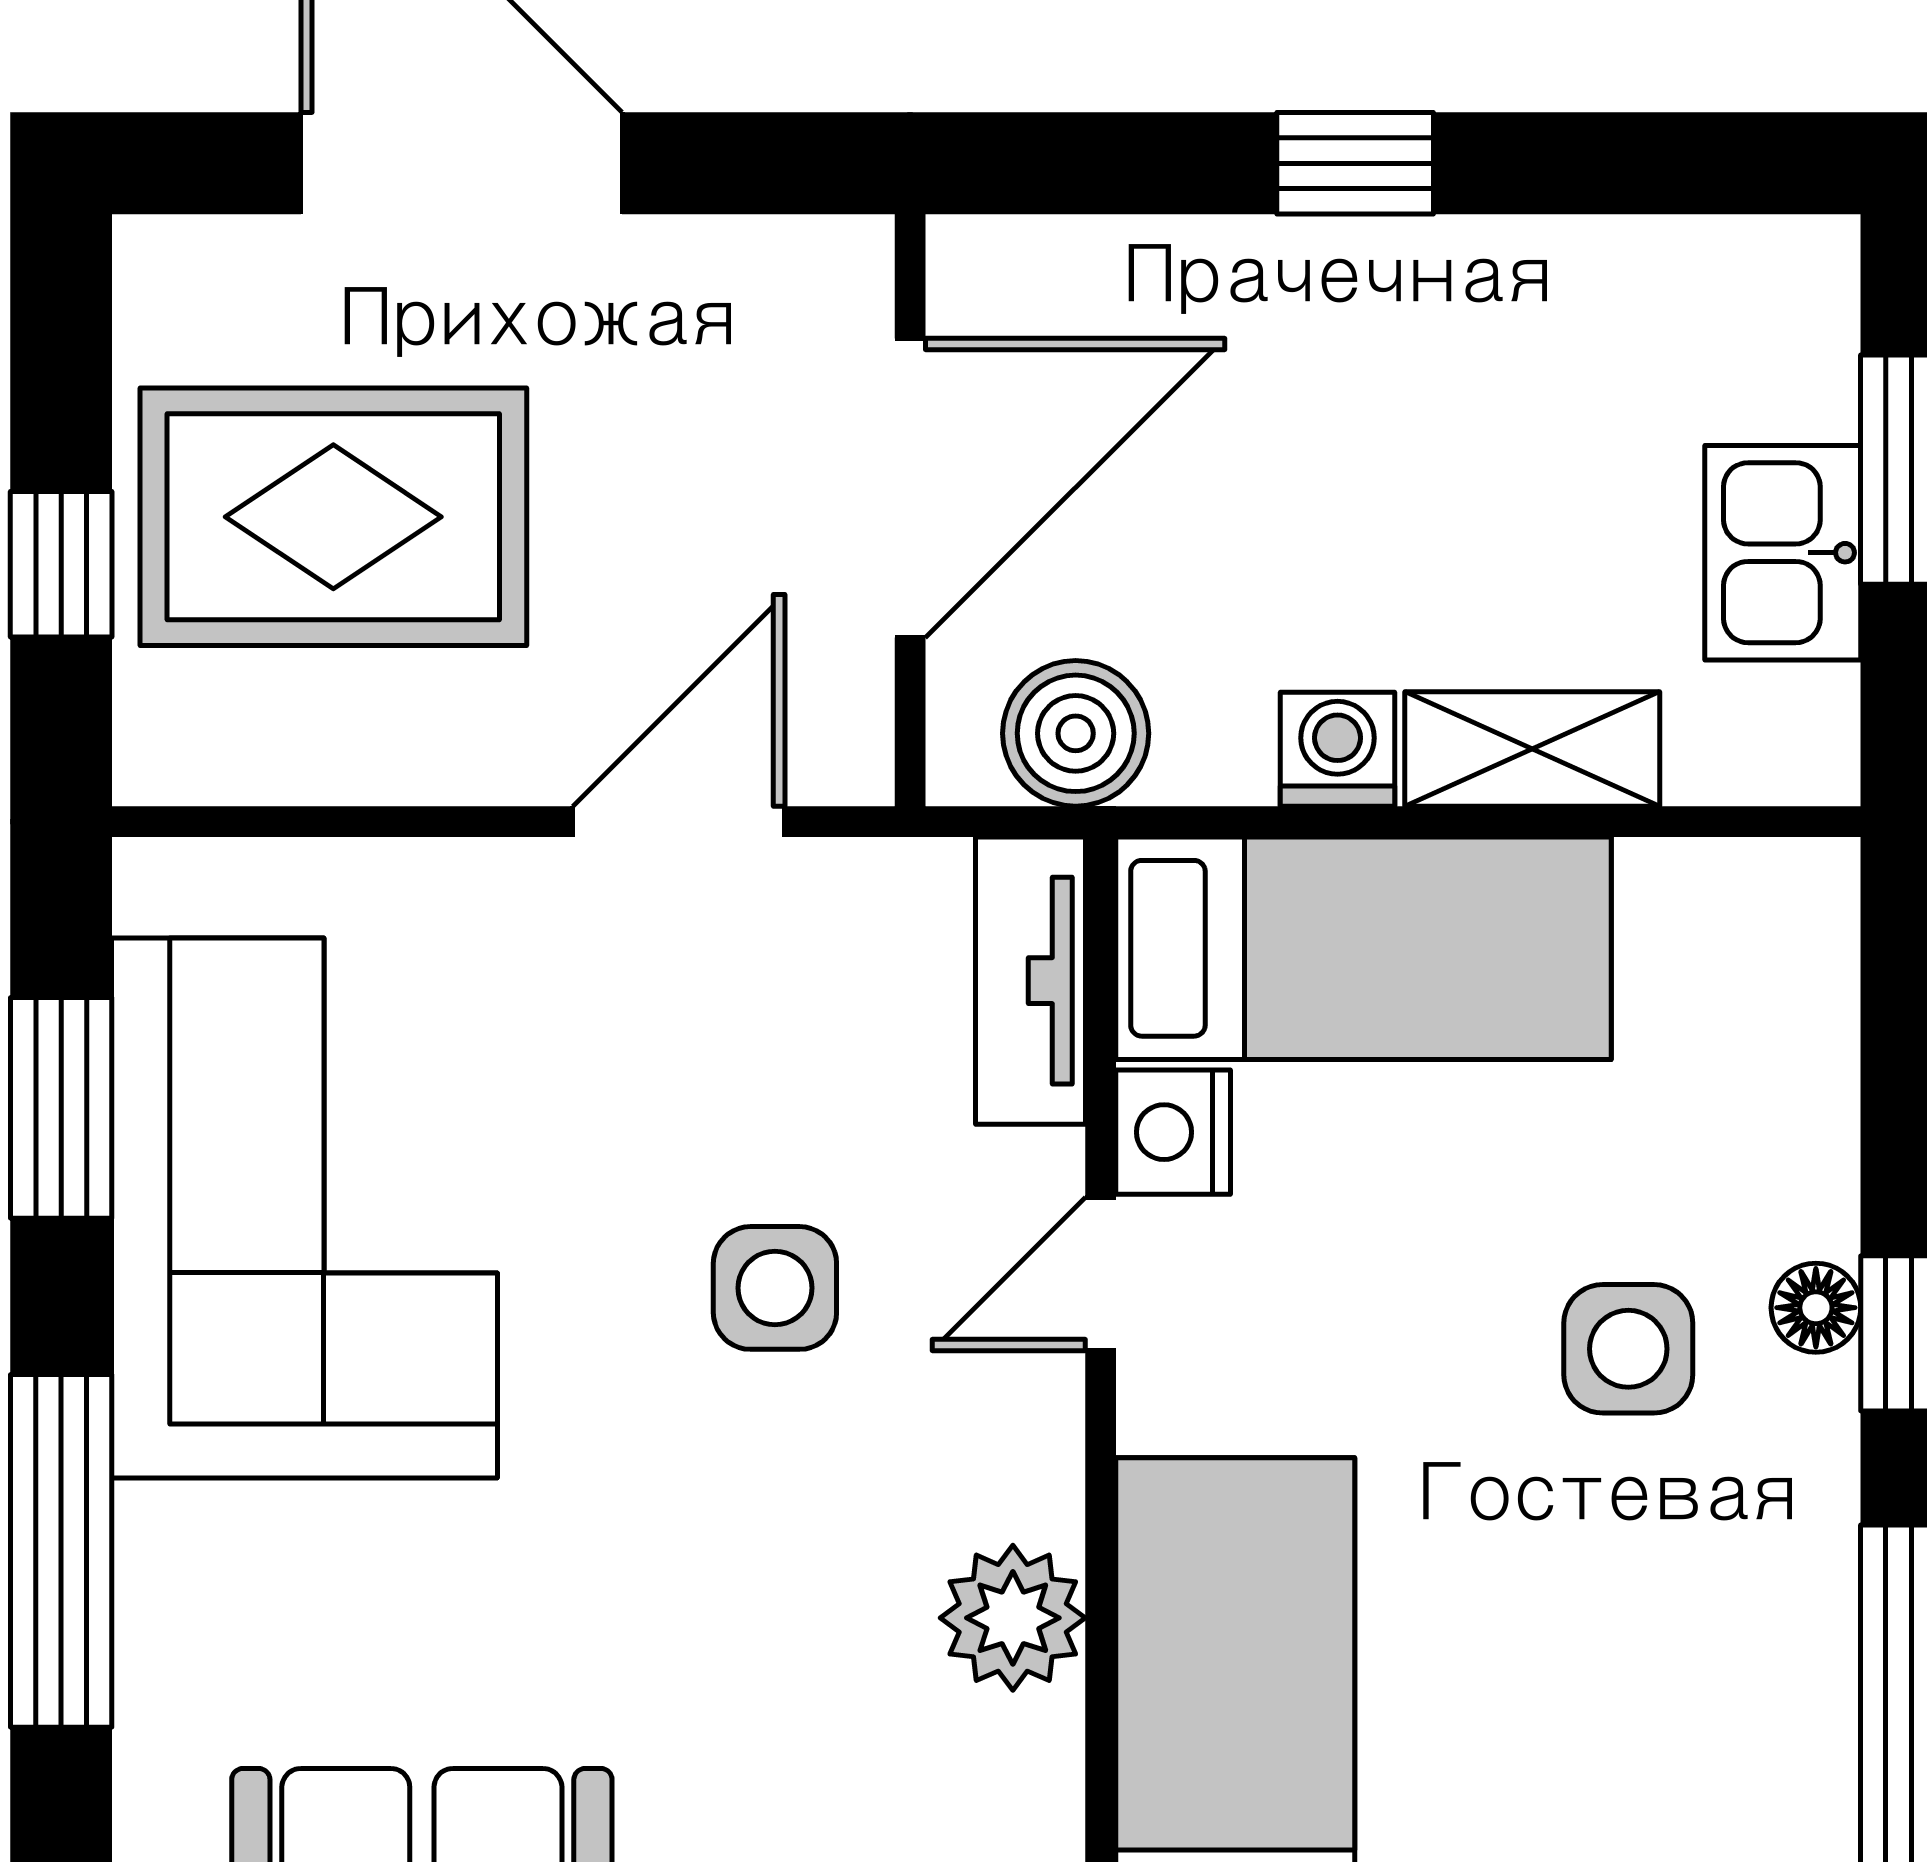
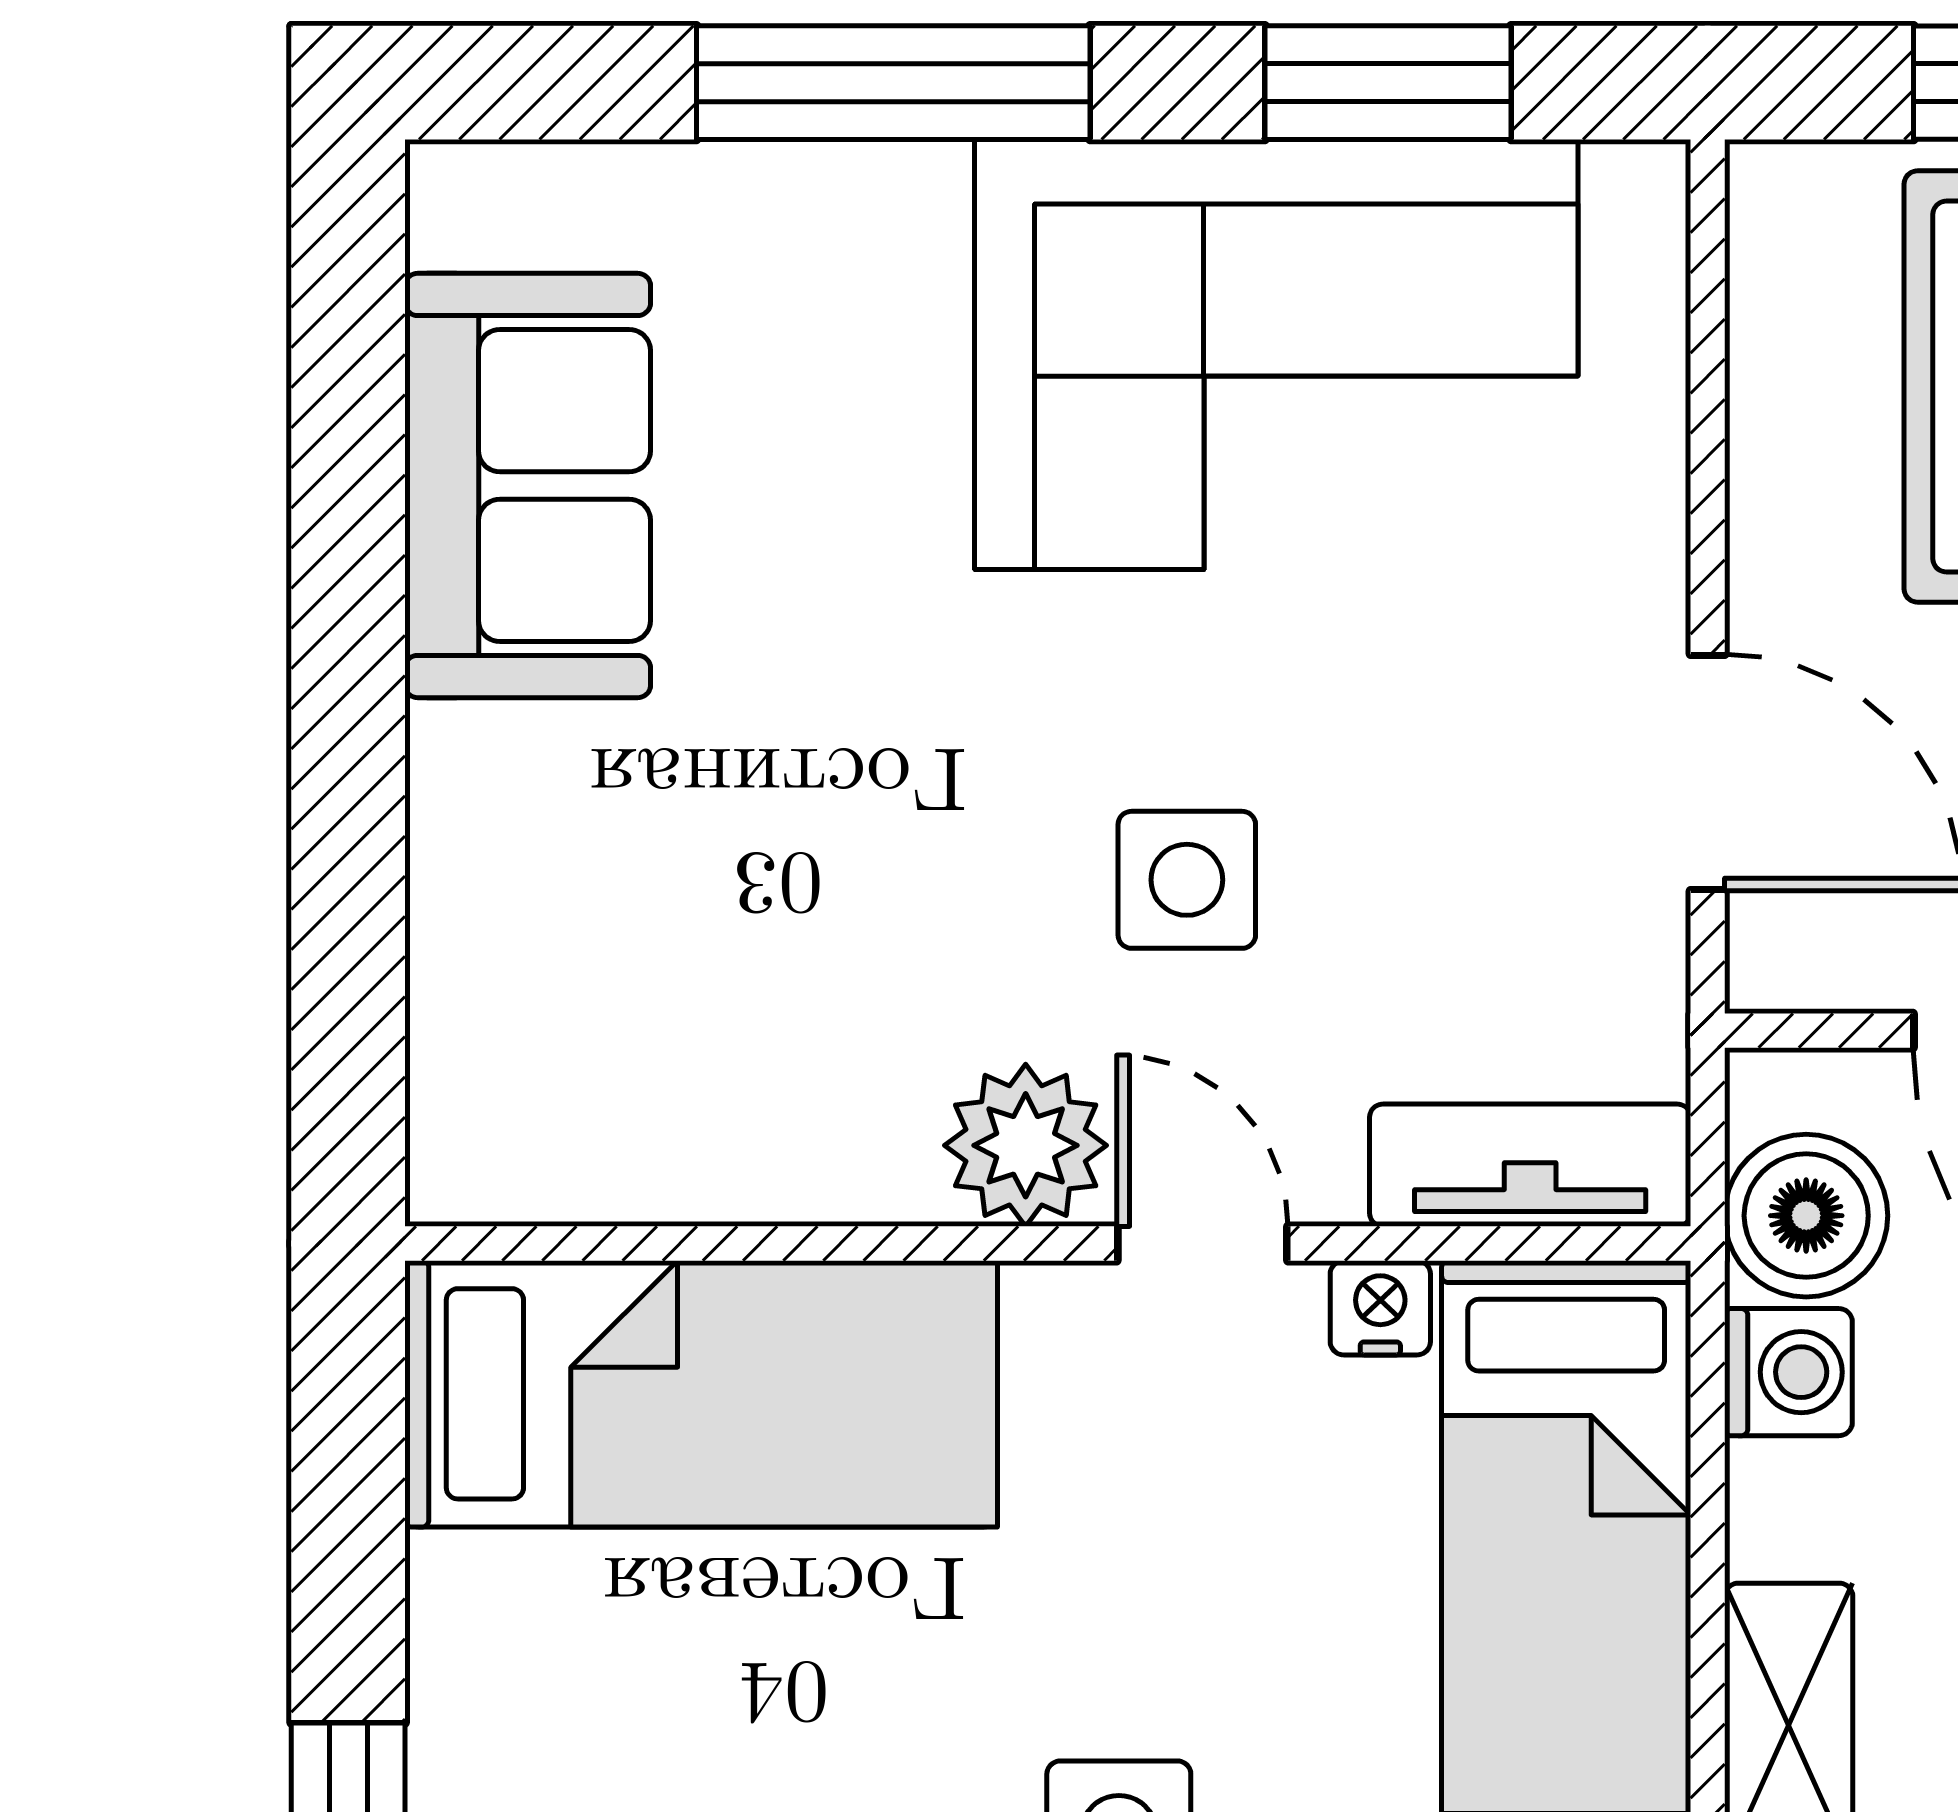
washing machine: (1338, 749) -> (1788, 1372), moved
nightstand: (1173, 1132) -> (1380, 1308), width x0.72, depth x0.74
plant: (1013, 1618) -> (1026, 1145), moved

